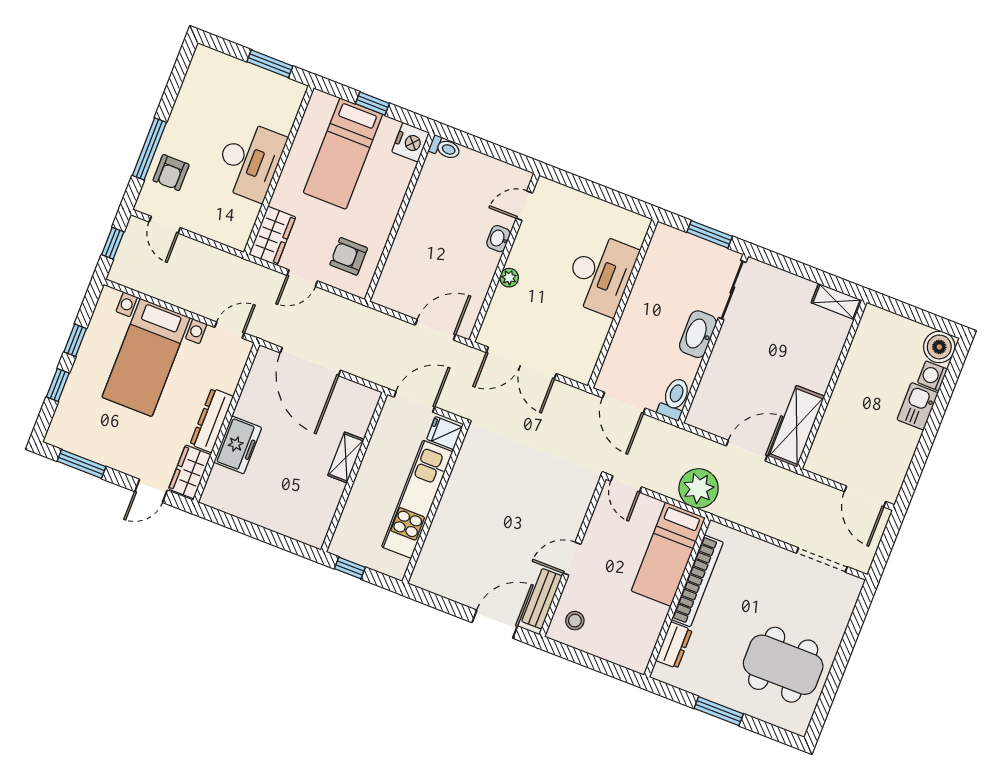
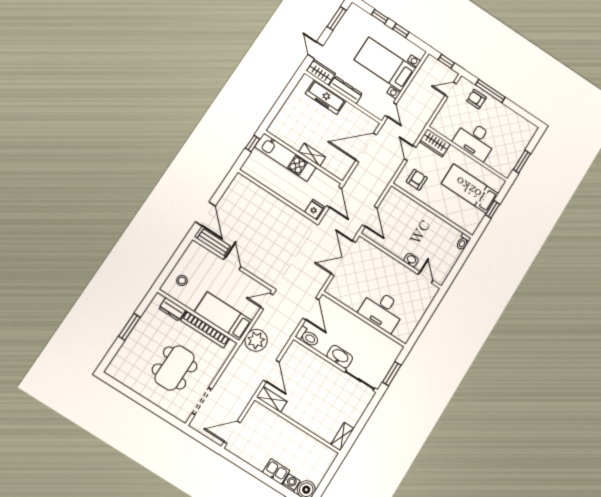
nightstand: (411, 142) -> (469, 225), removed
plant: (509, 278) -> (390, 261), removed
door: (624, 403) -> (311, 309), swing flipped
shelving: (797, 426) -> (272, 399), width x0.67, depth x0.75
freezer: (238, 445) -> (326, 97), width x1.40
kitchen unit: (417, 499) -> (285, 157), moved, turned 180
stool: (575, 621) -> (182, 280), moved
dining table: (783, 665) -> (175, 368), moved

